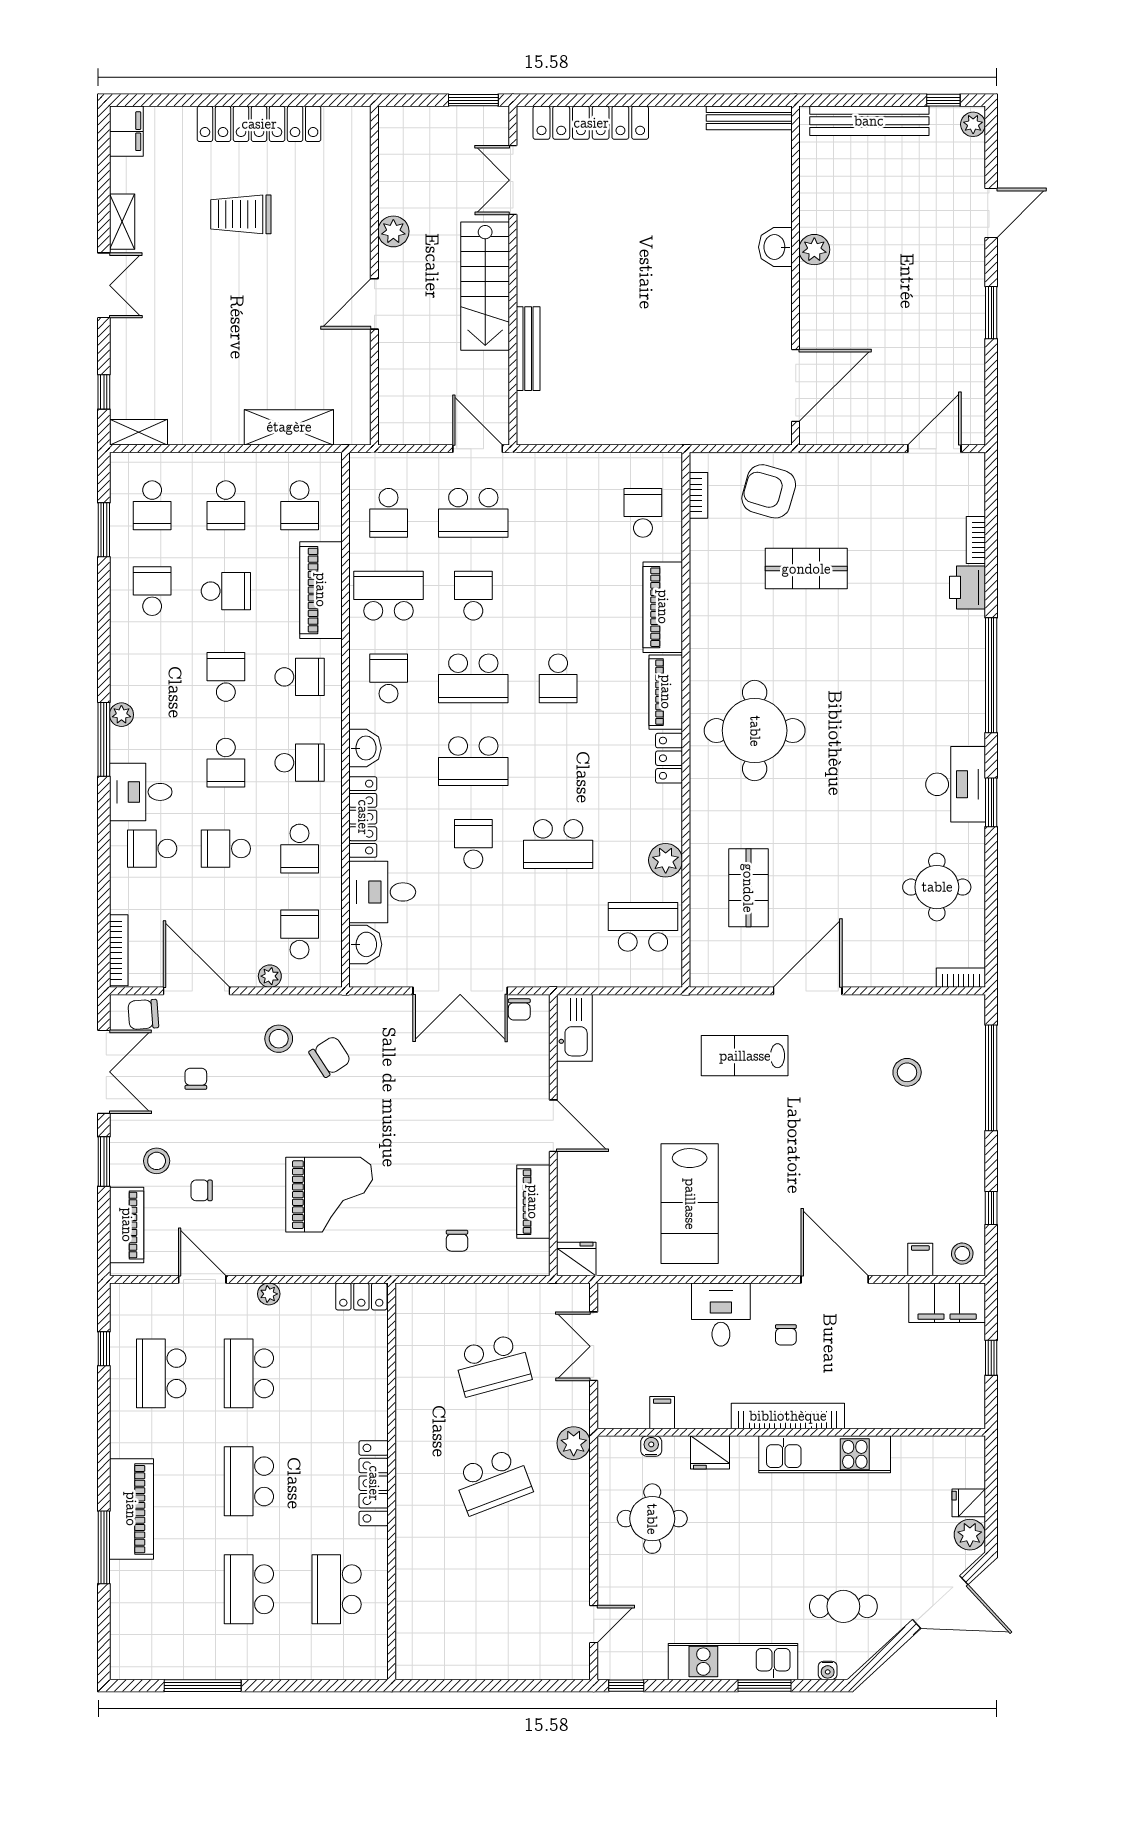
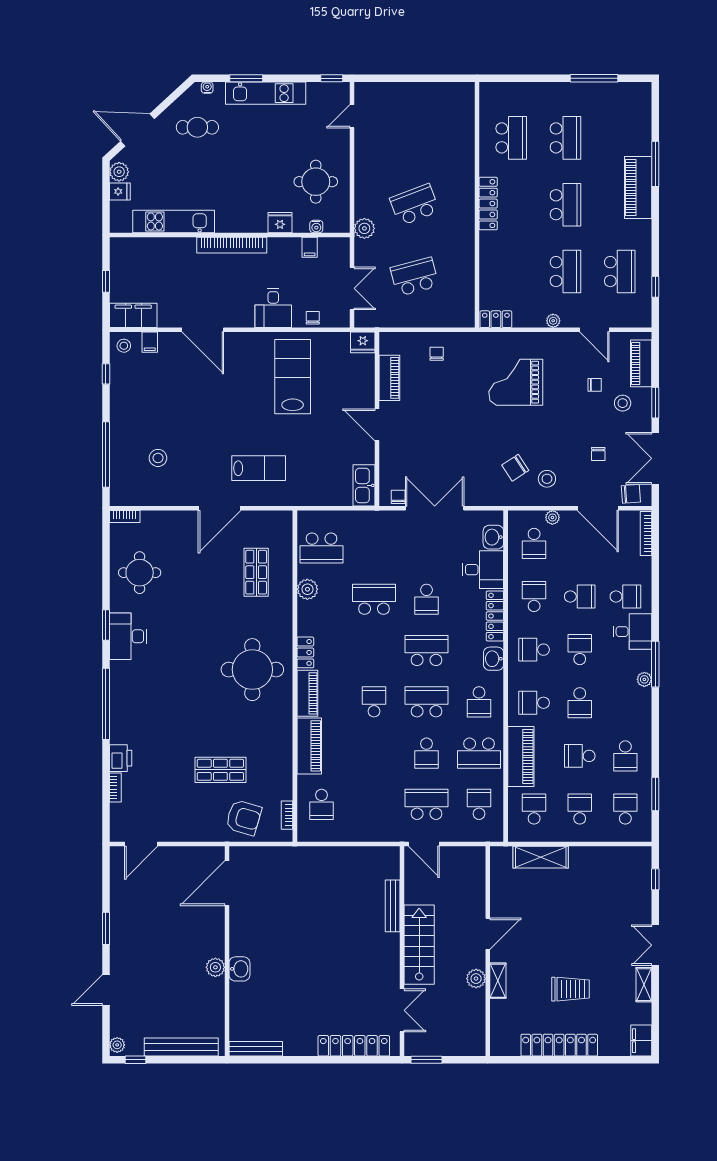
shelving: (139, 432) -> (498, 981), moved, turned 90
chair: (786, 1335) -> (313, 318), moved
kitchen unit: (825, 1454) -> (174, 221), moved

